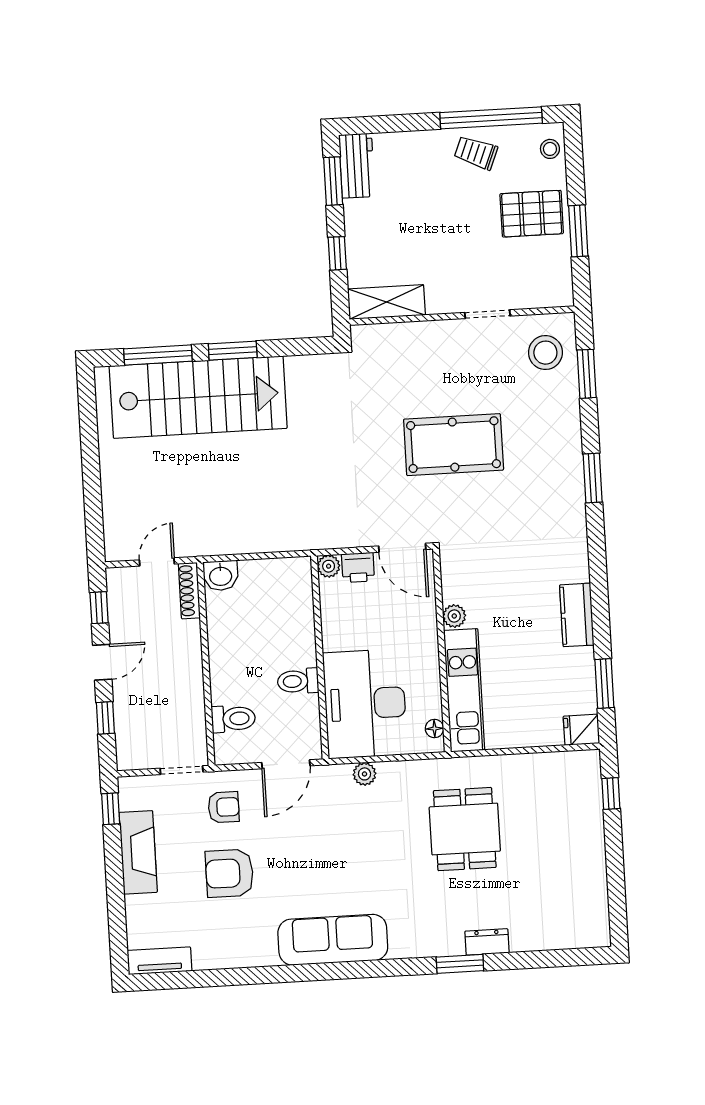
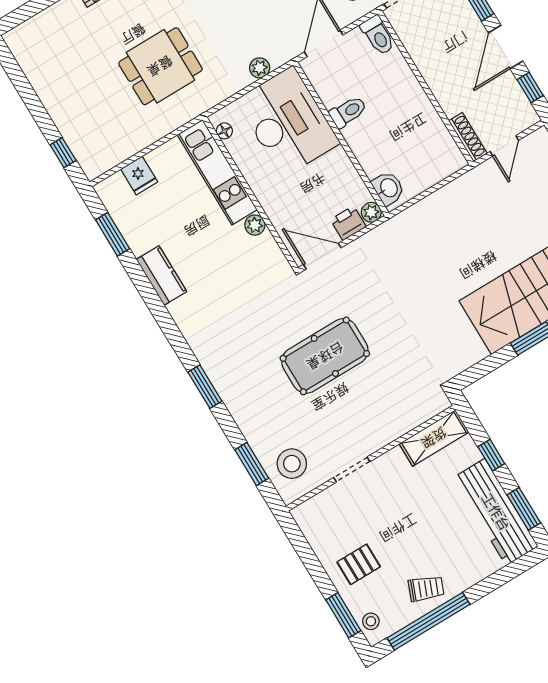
workbench: (357, 166) -> (496, 512), width x1.88, depth x1.32
pallet: (532, 214) -> (359, 564), width x0.67, depth x0.71
window: (578, 231) -> (343, 615), moved
washbasin: (221, 576) -> (388, 188), moved, turned 90
door: (102, 662) -> (506, 47), width x1.38
toilet: (233, 719) -> (378, 35), moved, turned -90
fridge: (581, 730) -> (139, 176), moved, turned 90
dining table: (465, 829) -> (160, 66), turned 90

